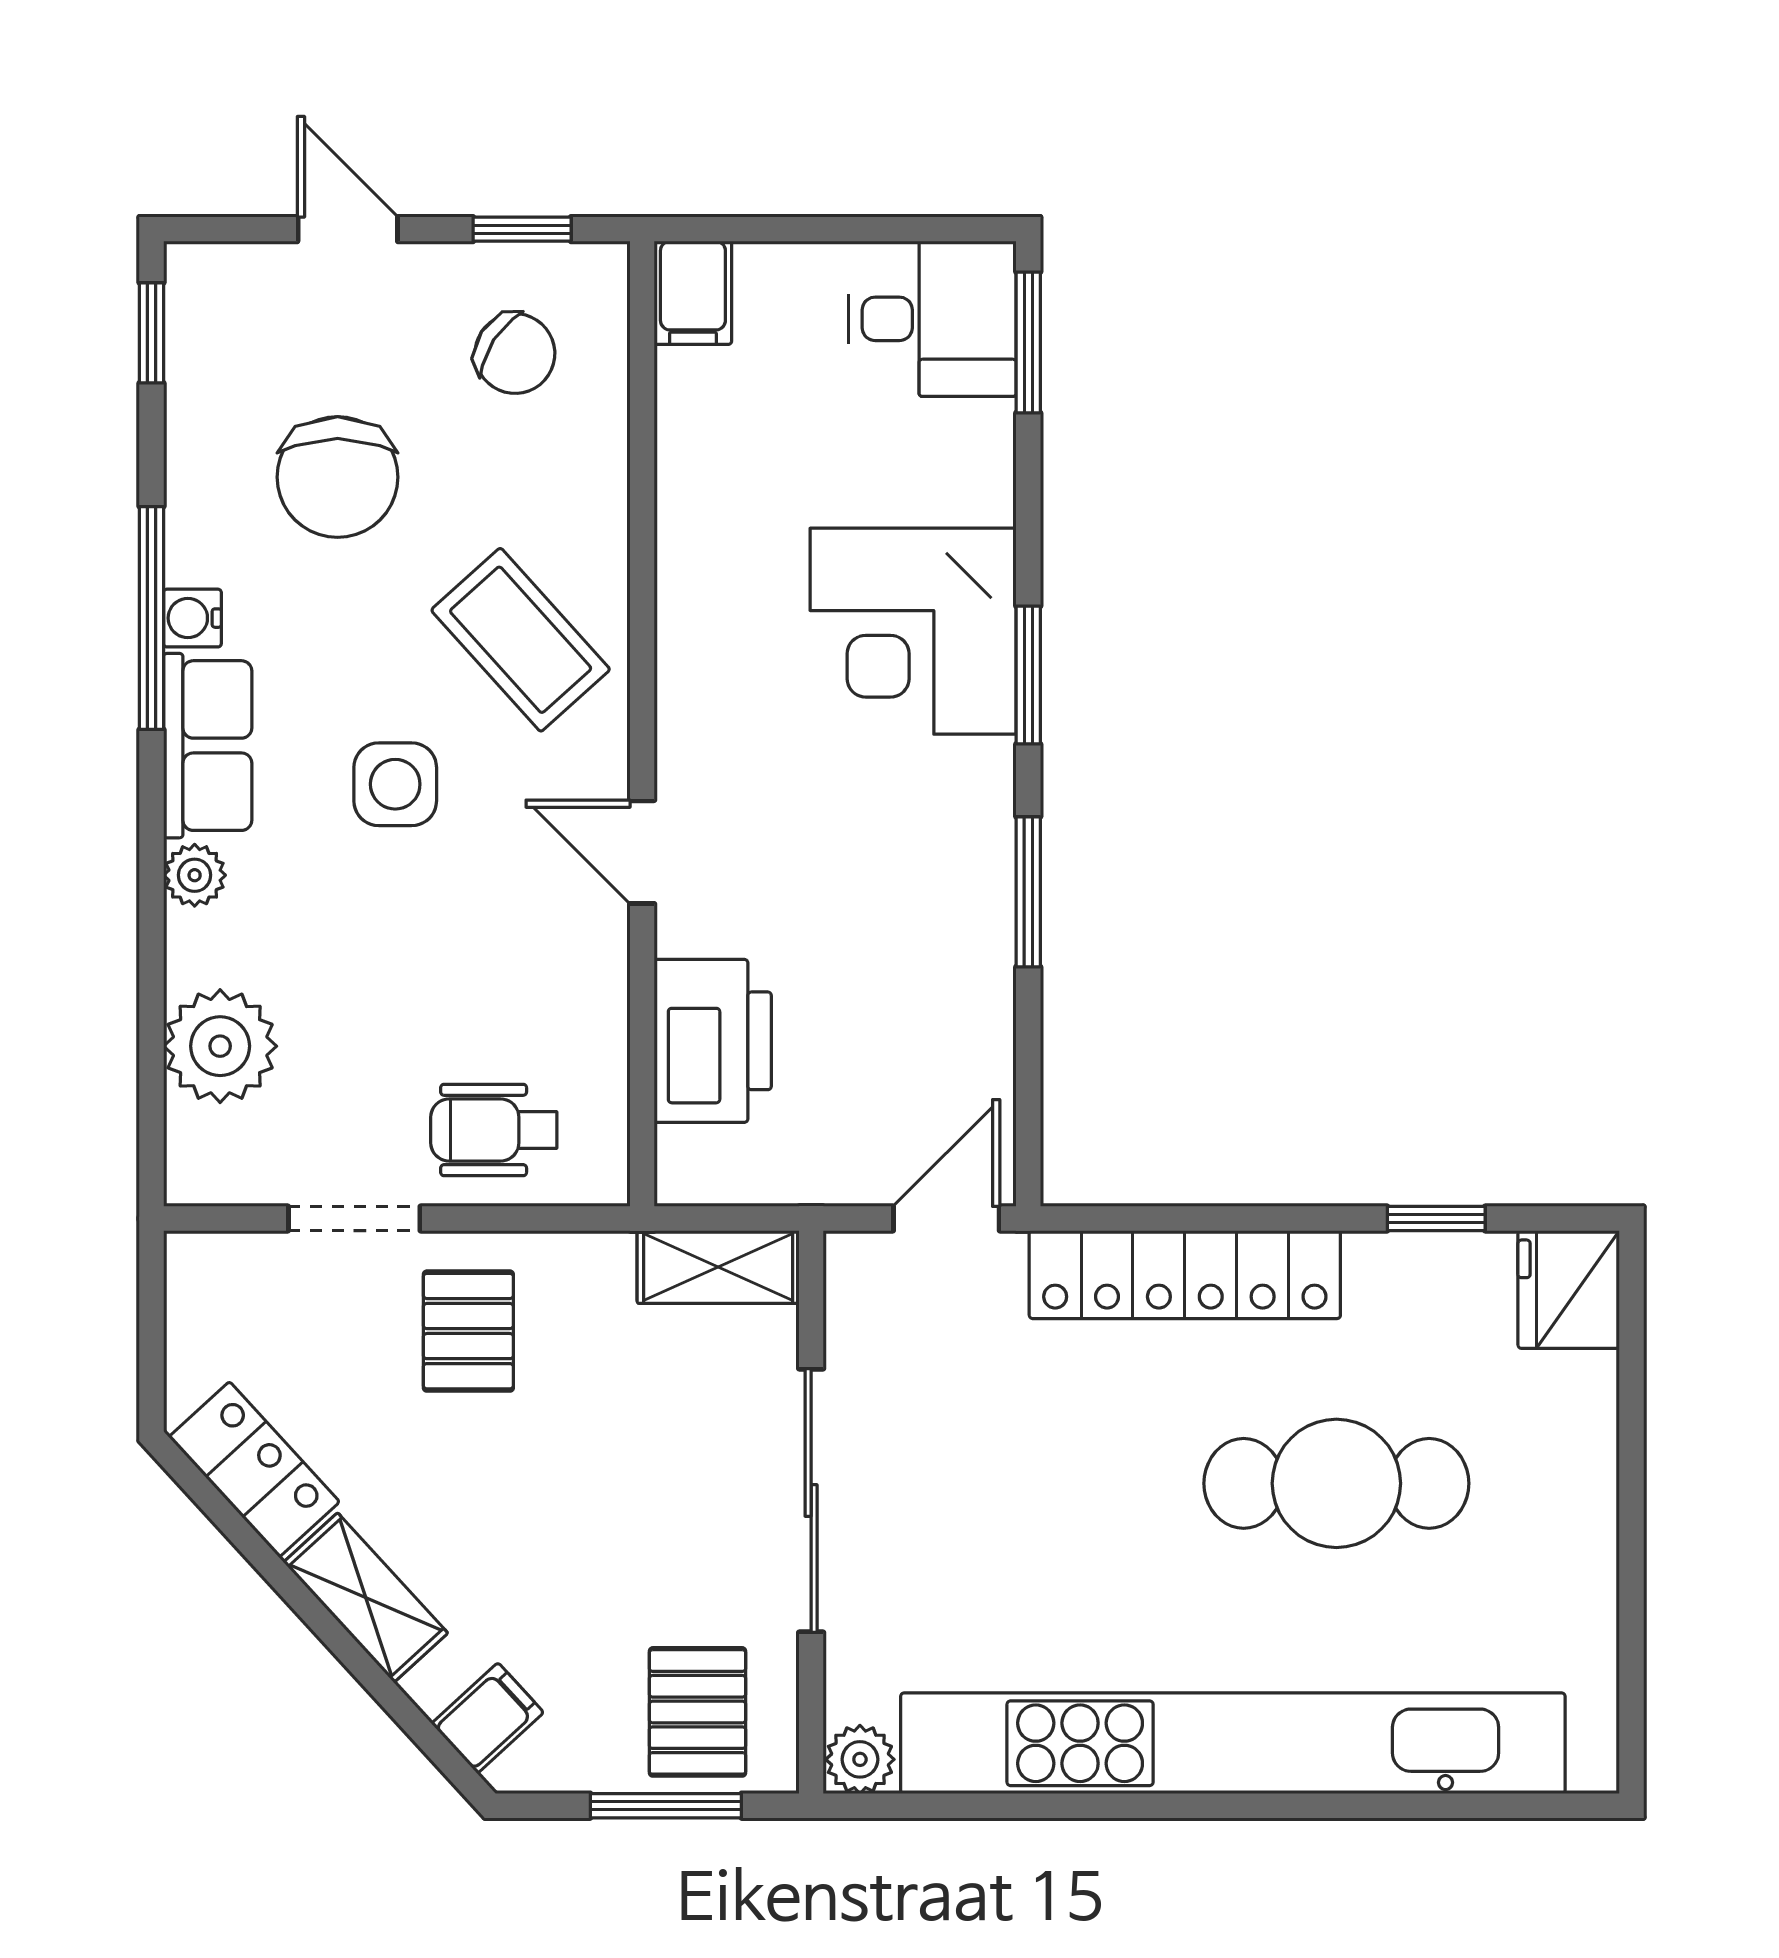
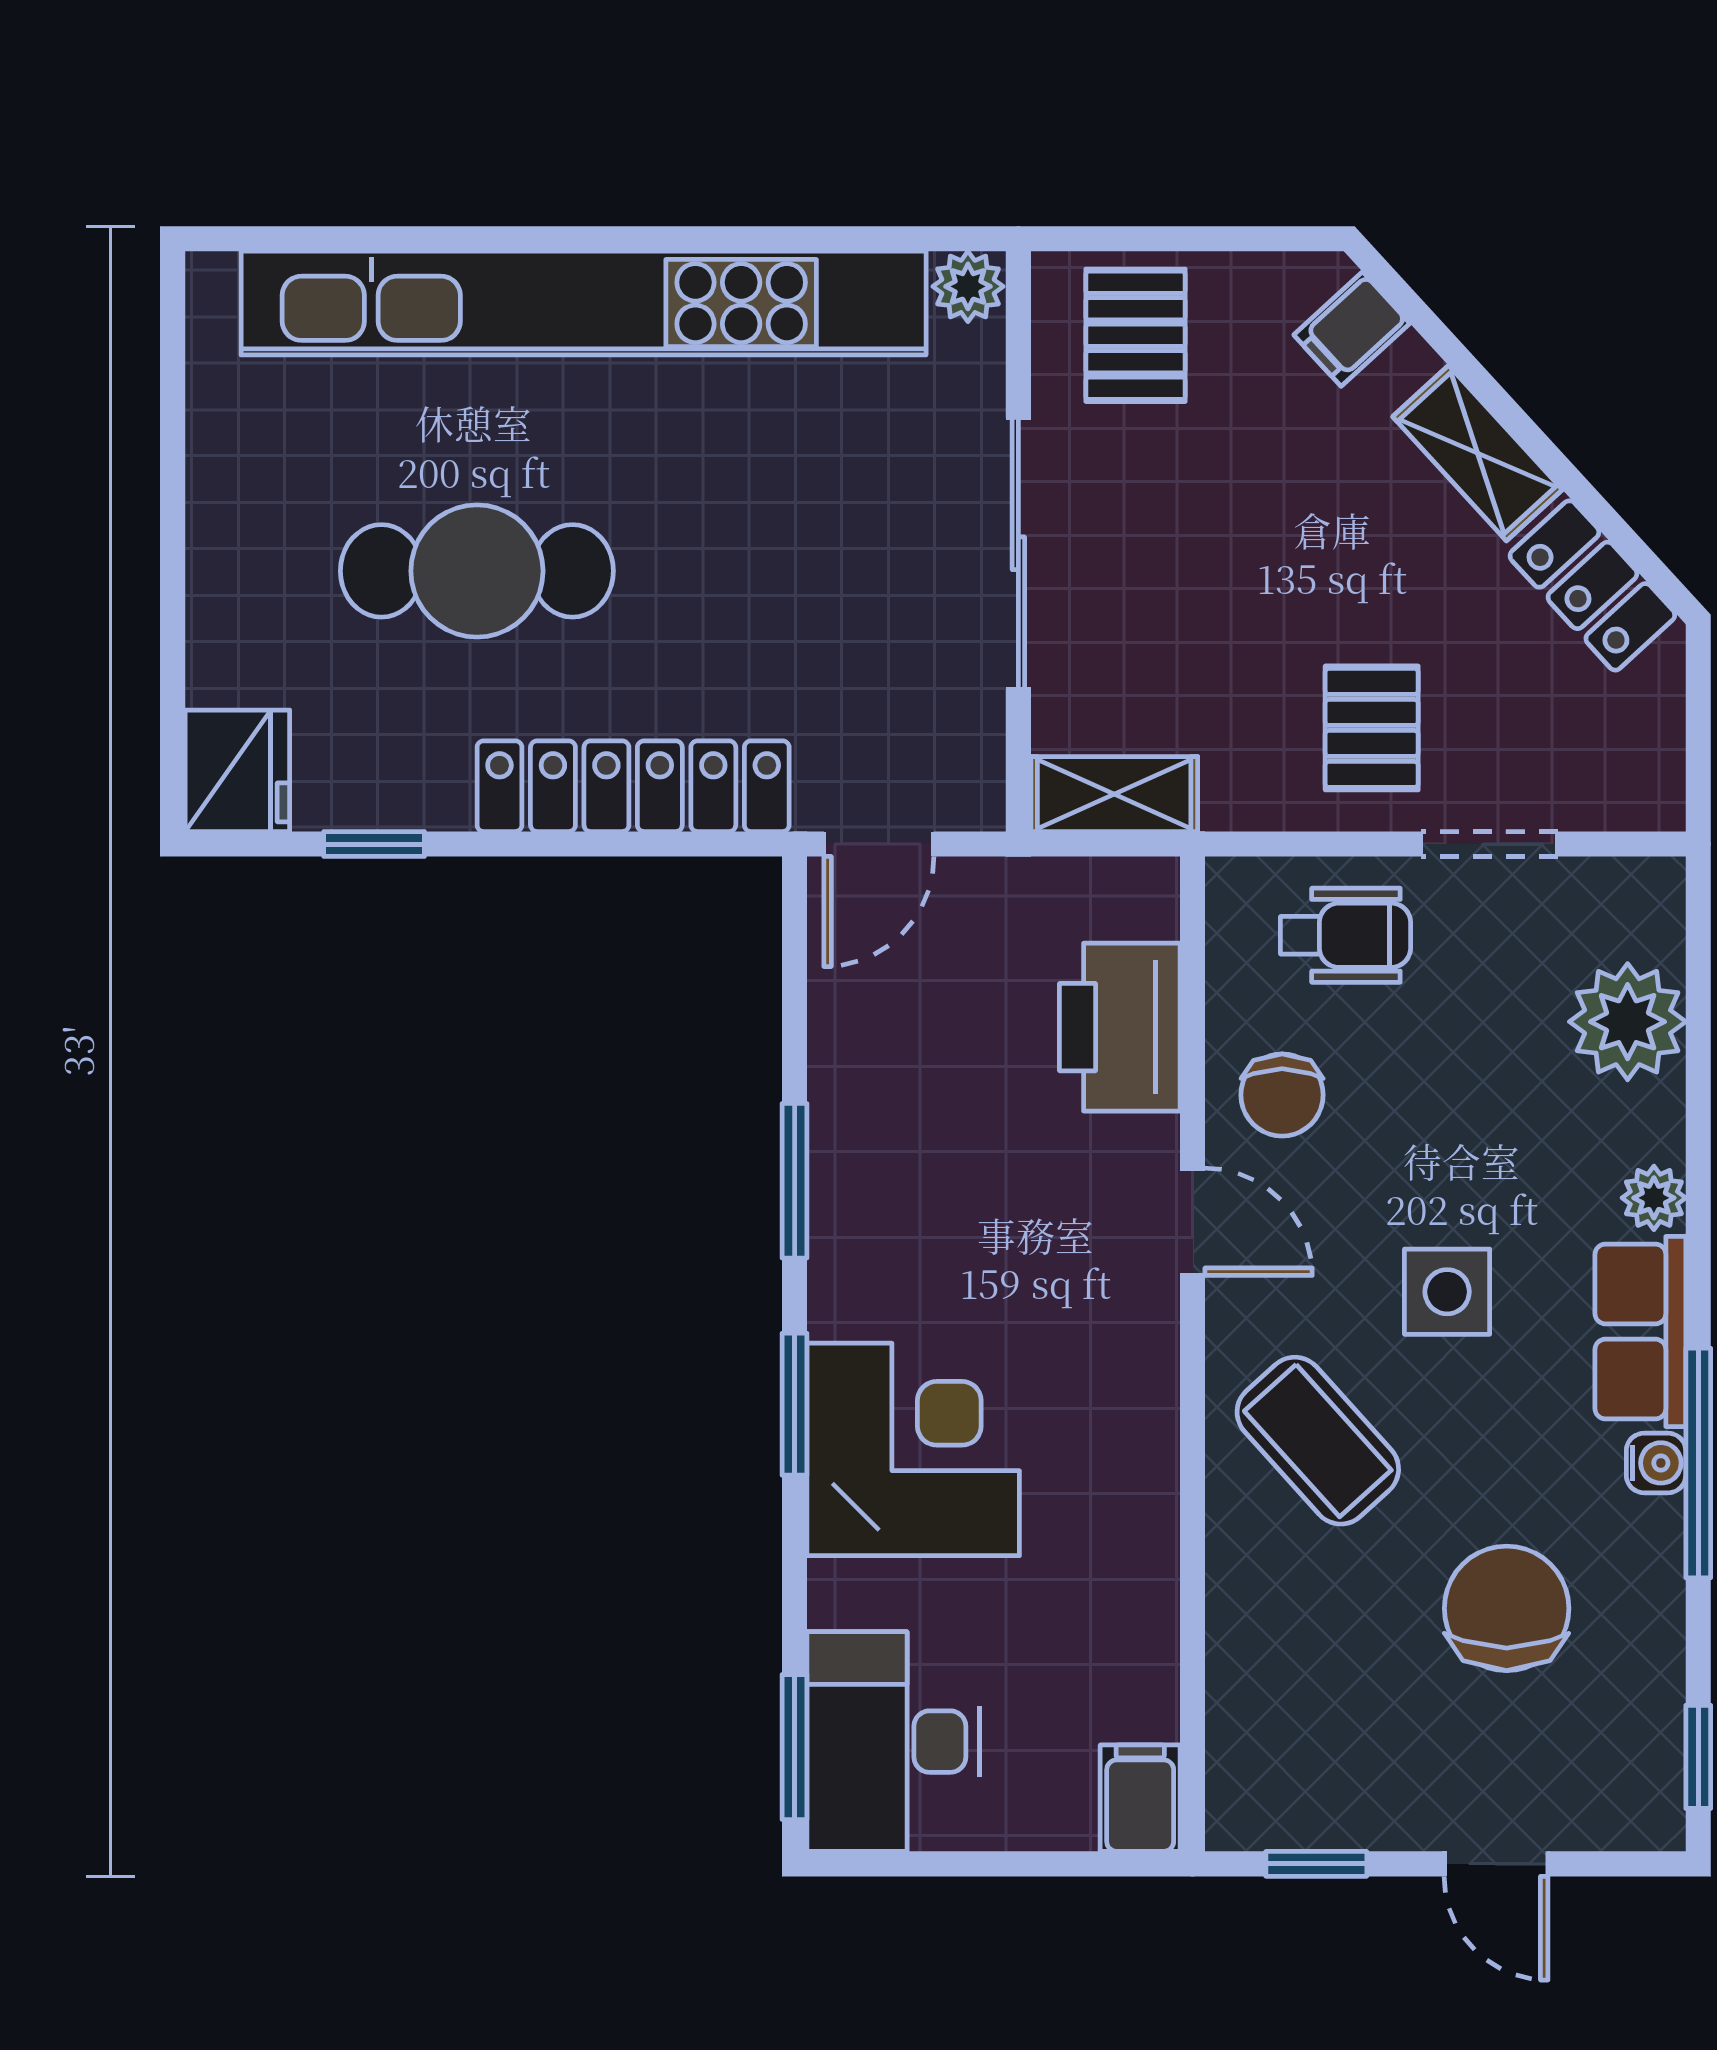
desk: (932, 319) -> (893, 1742), width x1.37
chair: (515, 354) -> (1282, 1095), moved, turned -123
window: (666, 1806) -> (1168, 239), removed

